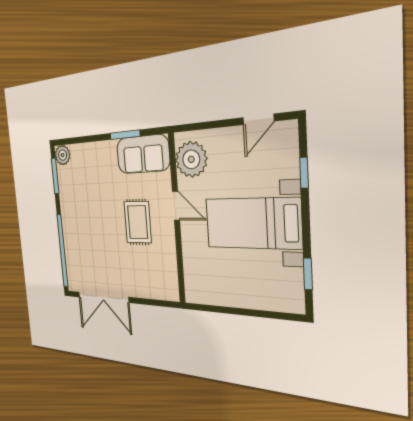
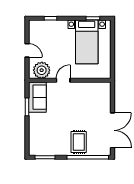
door: (258, 119) -> (27, 50), moved
plant: (63, 155) -> (34, 150), removed
rug: (138, 222) -> (79, 142), moved, turned 90
bed with nightstands: (252, 223) -> (87, 42), moved

